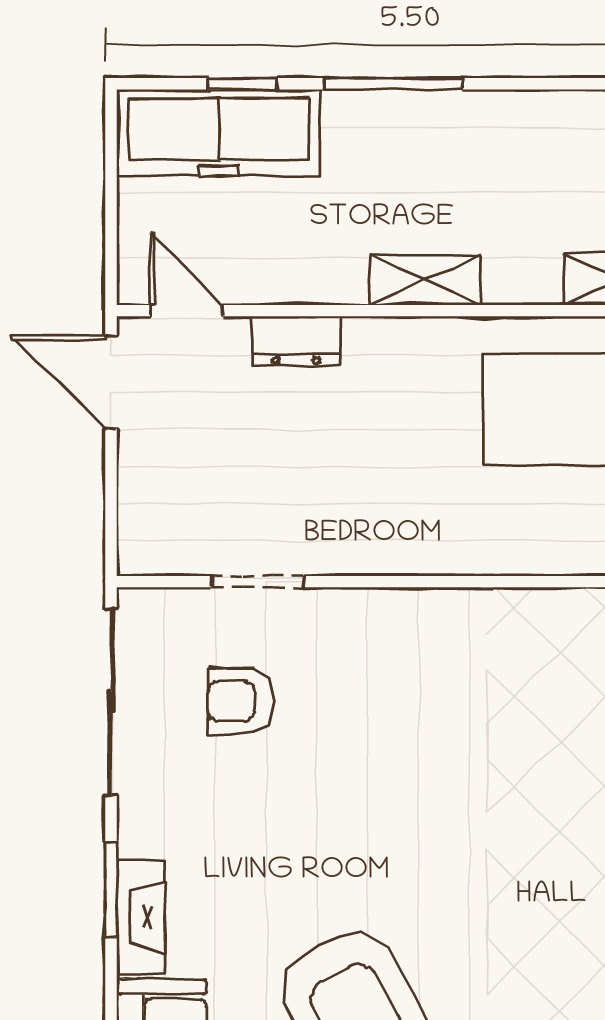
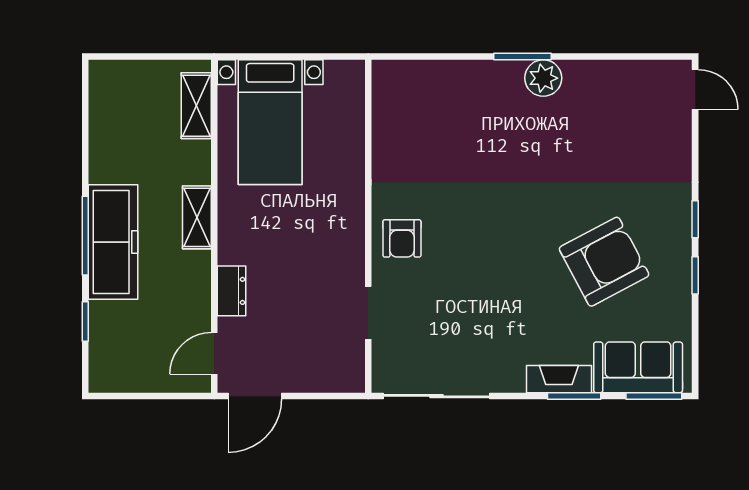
freezer: (219, 133) -> (113, 242), moved
armchair: (240, 701) -> (402, 238), moved
window: (111, 890) -> (574, 396), moved

